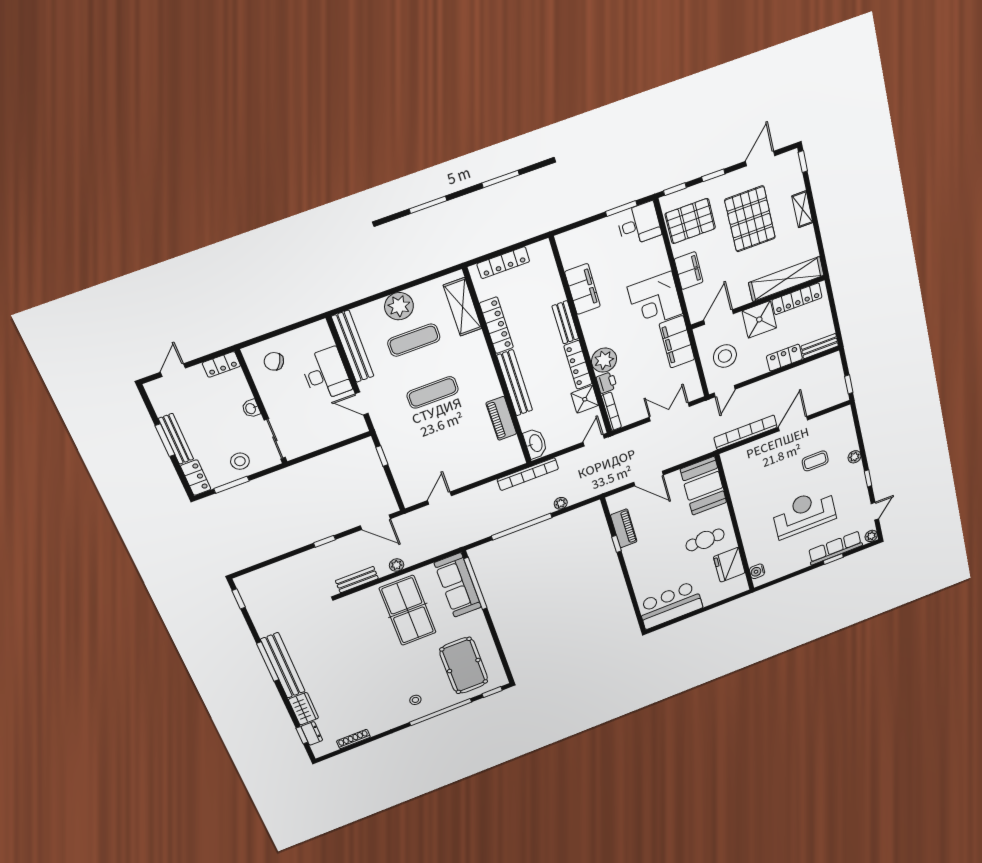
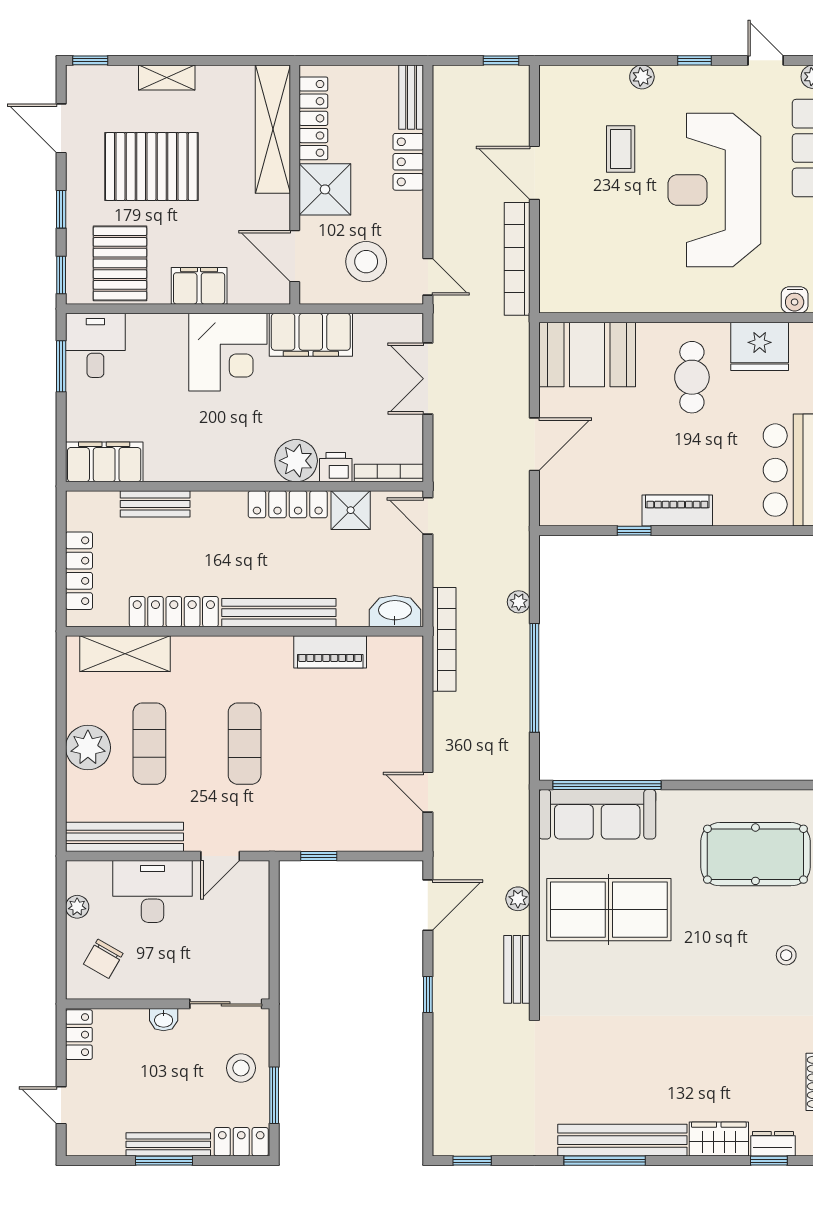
filing cabinet: (583, 289) -> (104, 462), moved
bench: (565, 322) -> (155, 504), moved
plant: (300, 335) -> (77, 907), added
reception desk: (804, 513) -> (714, 190), width x1.36, depth x1.30
piano: (624, 528) -> (677, 510), moved

